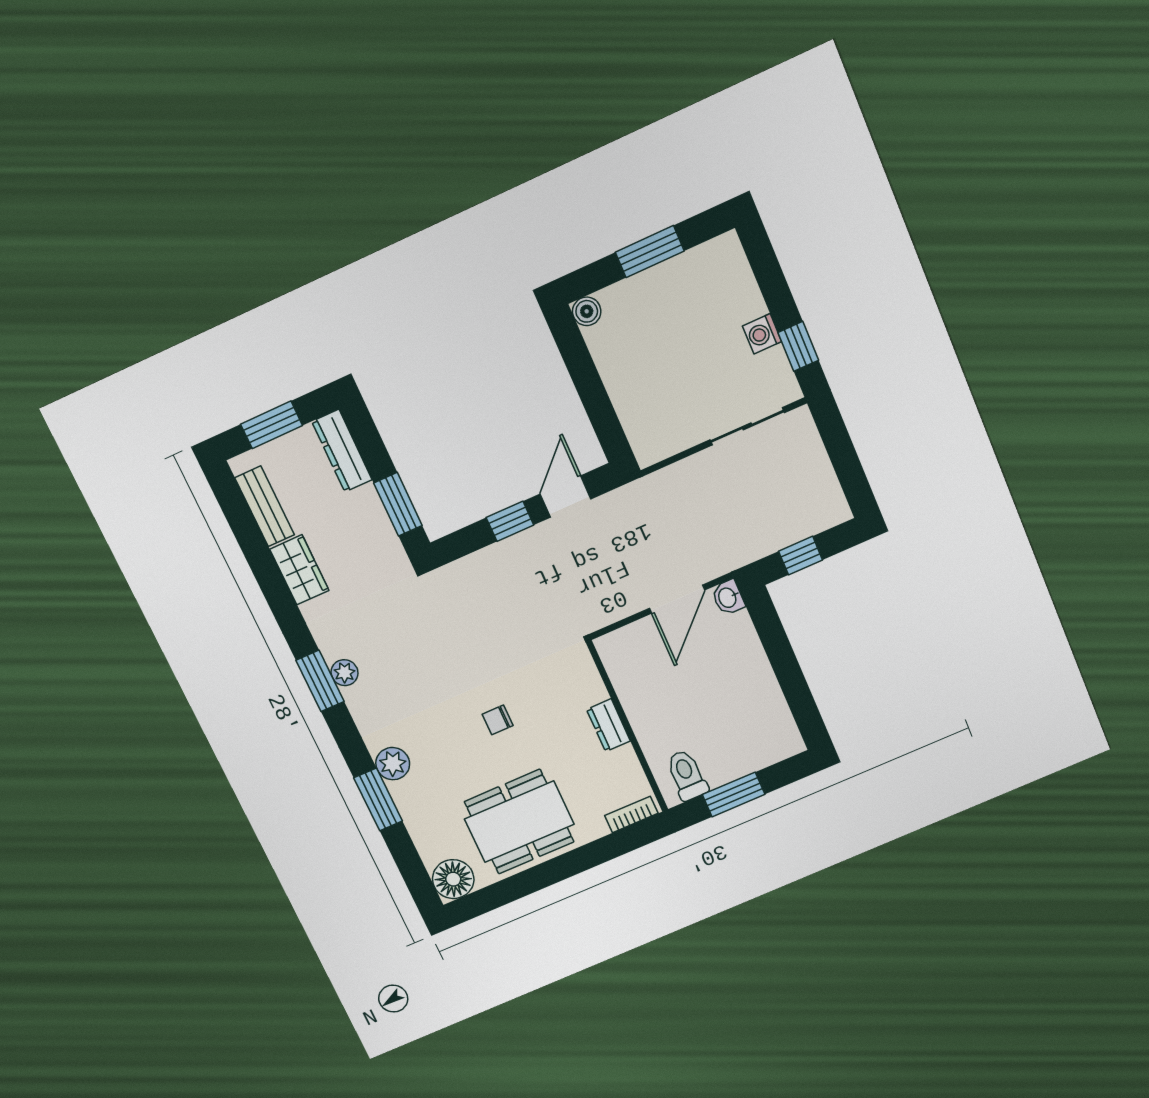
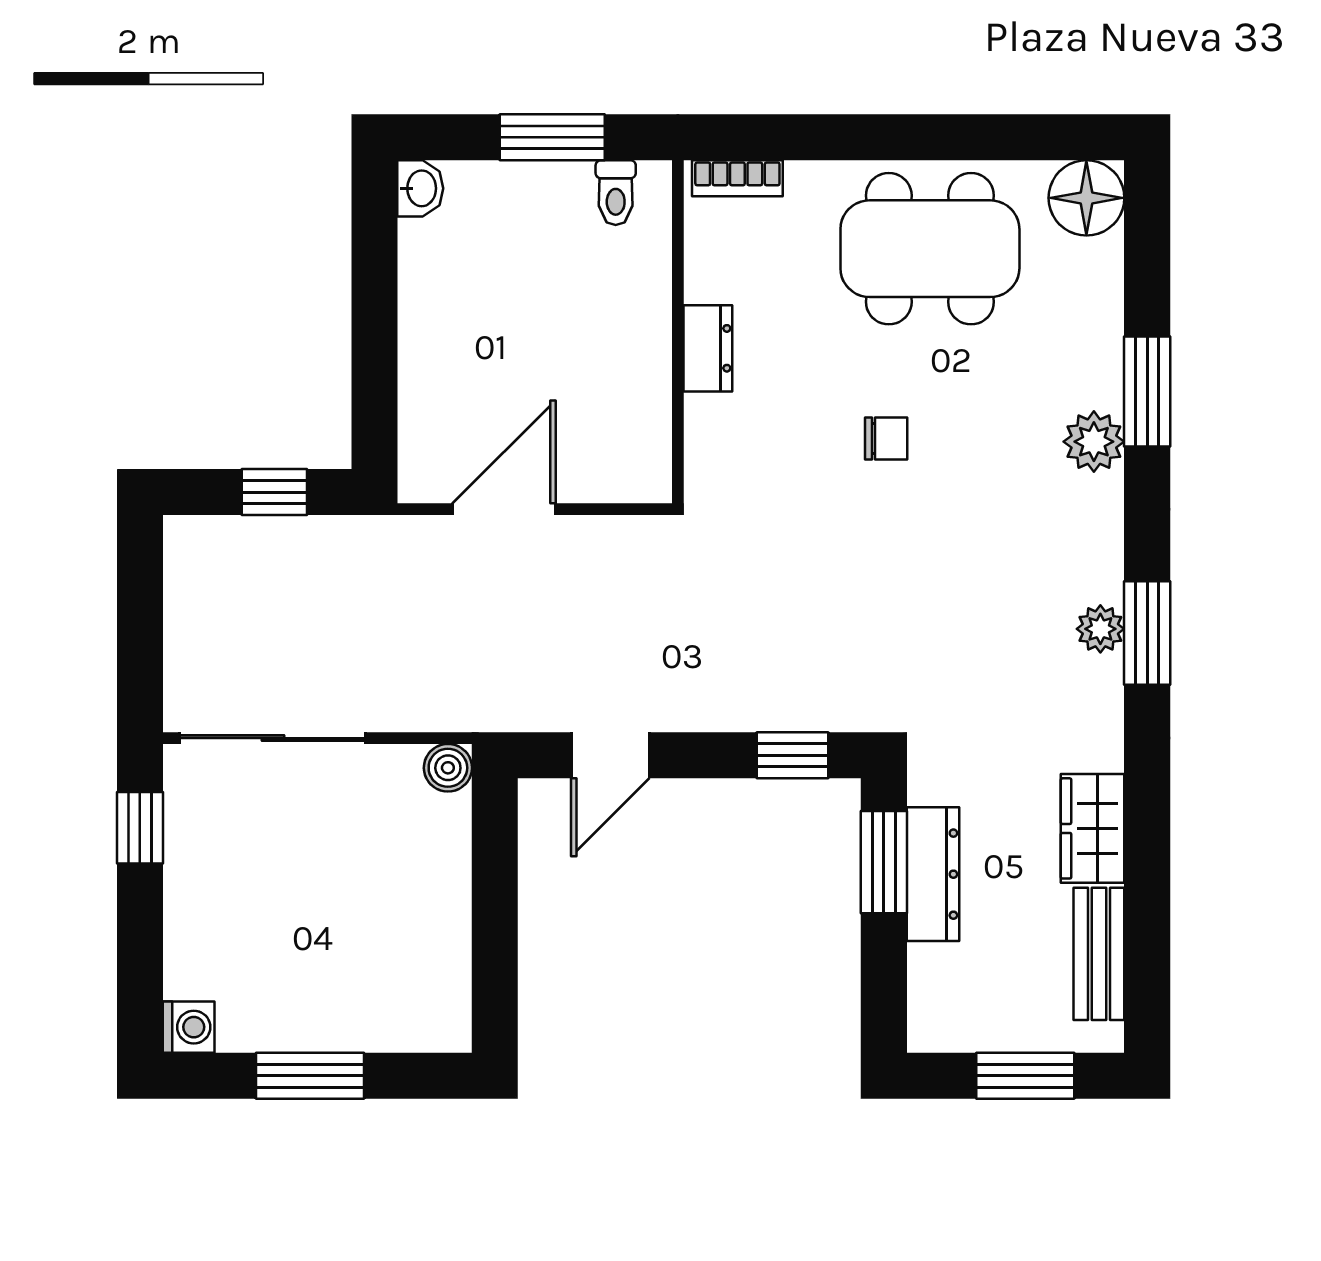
boiler: (587, 311) -> (448, 768), moved
washing machine: (762, 334) -> (189, 1027), moved
sliding door: (747, 426) -> (273, 738), width x1.37
dresser: (342, 451) -> (933, 874), moved
window: (510, 521) -> (793, 755), moved
washbasin: (728, 597) -> (420, 188), moved
toilet: (687, 775) -> (616, 193), width x0.73, depth x0.72

